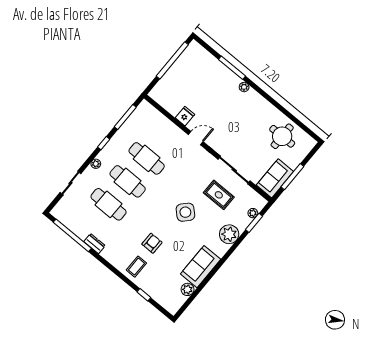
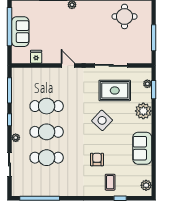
fridge: (185, 116) -> (36, 57), moved
door: (196, 138) -> (68, 65), hinge flipped
sofa: (275, 178) -> (20, 32), moved, turned 180
rug: (219, 195) -> (115, 90), width x1.36, depth x1.43
dresser: (94, 244) -> (59, 192), removed
coffee table: (136, 267) -> (110, 182), moved
plant: (188, 289) -> (146, 185), moved

